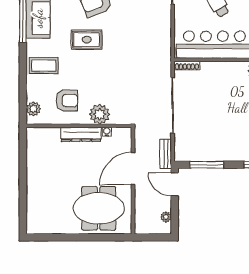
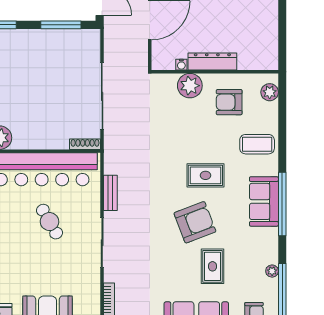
bench: (166, 154) -> (110, 193), moved

